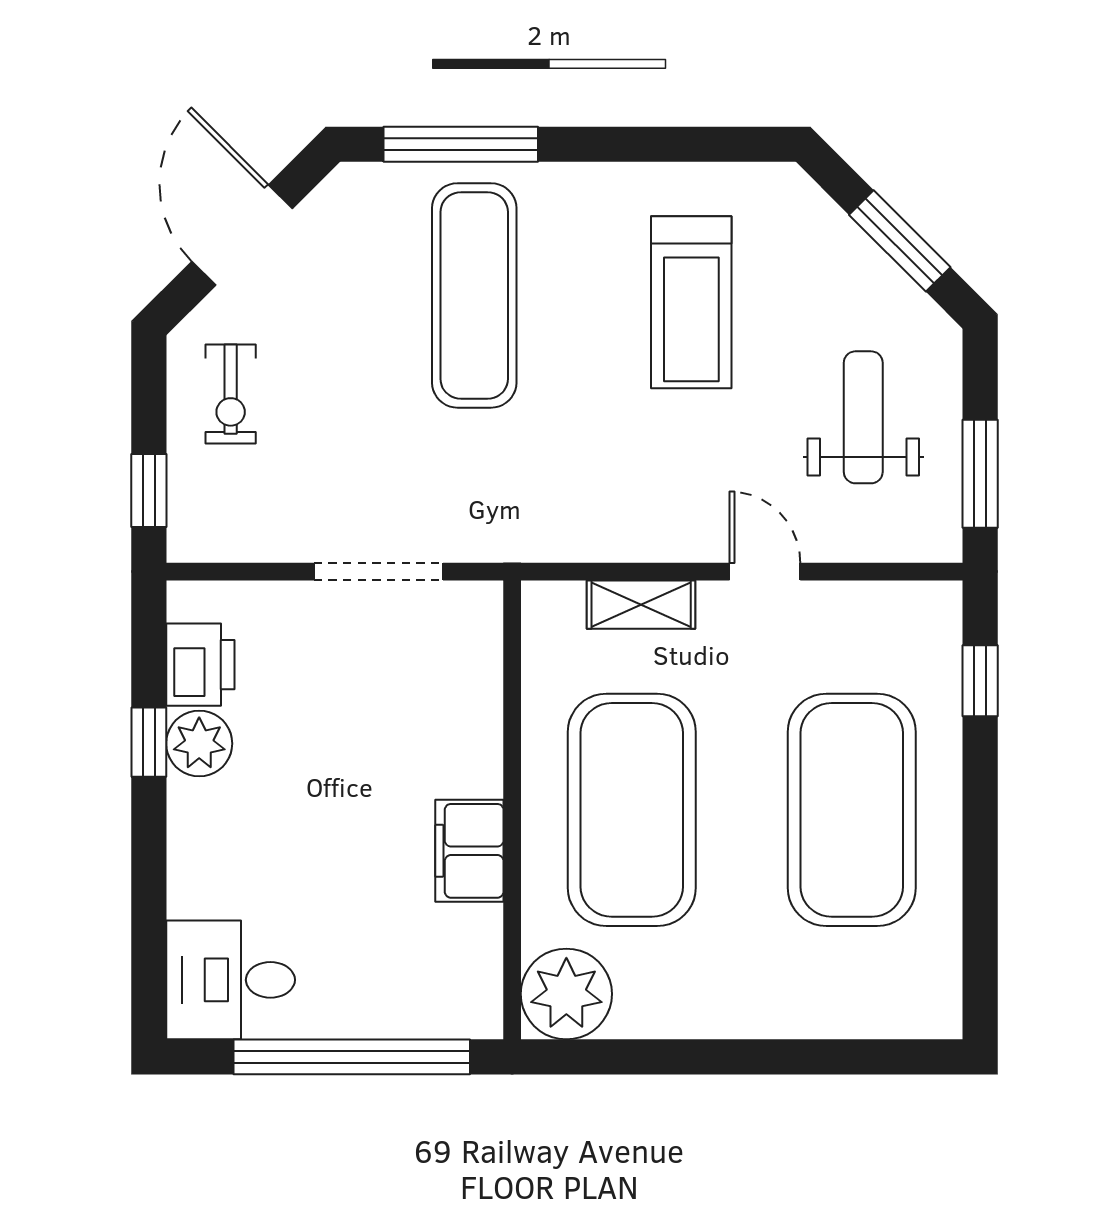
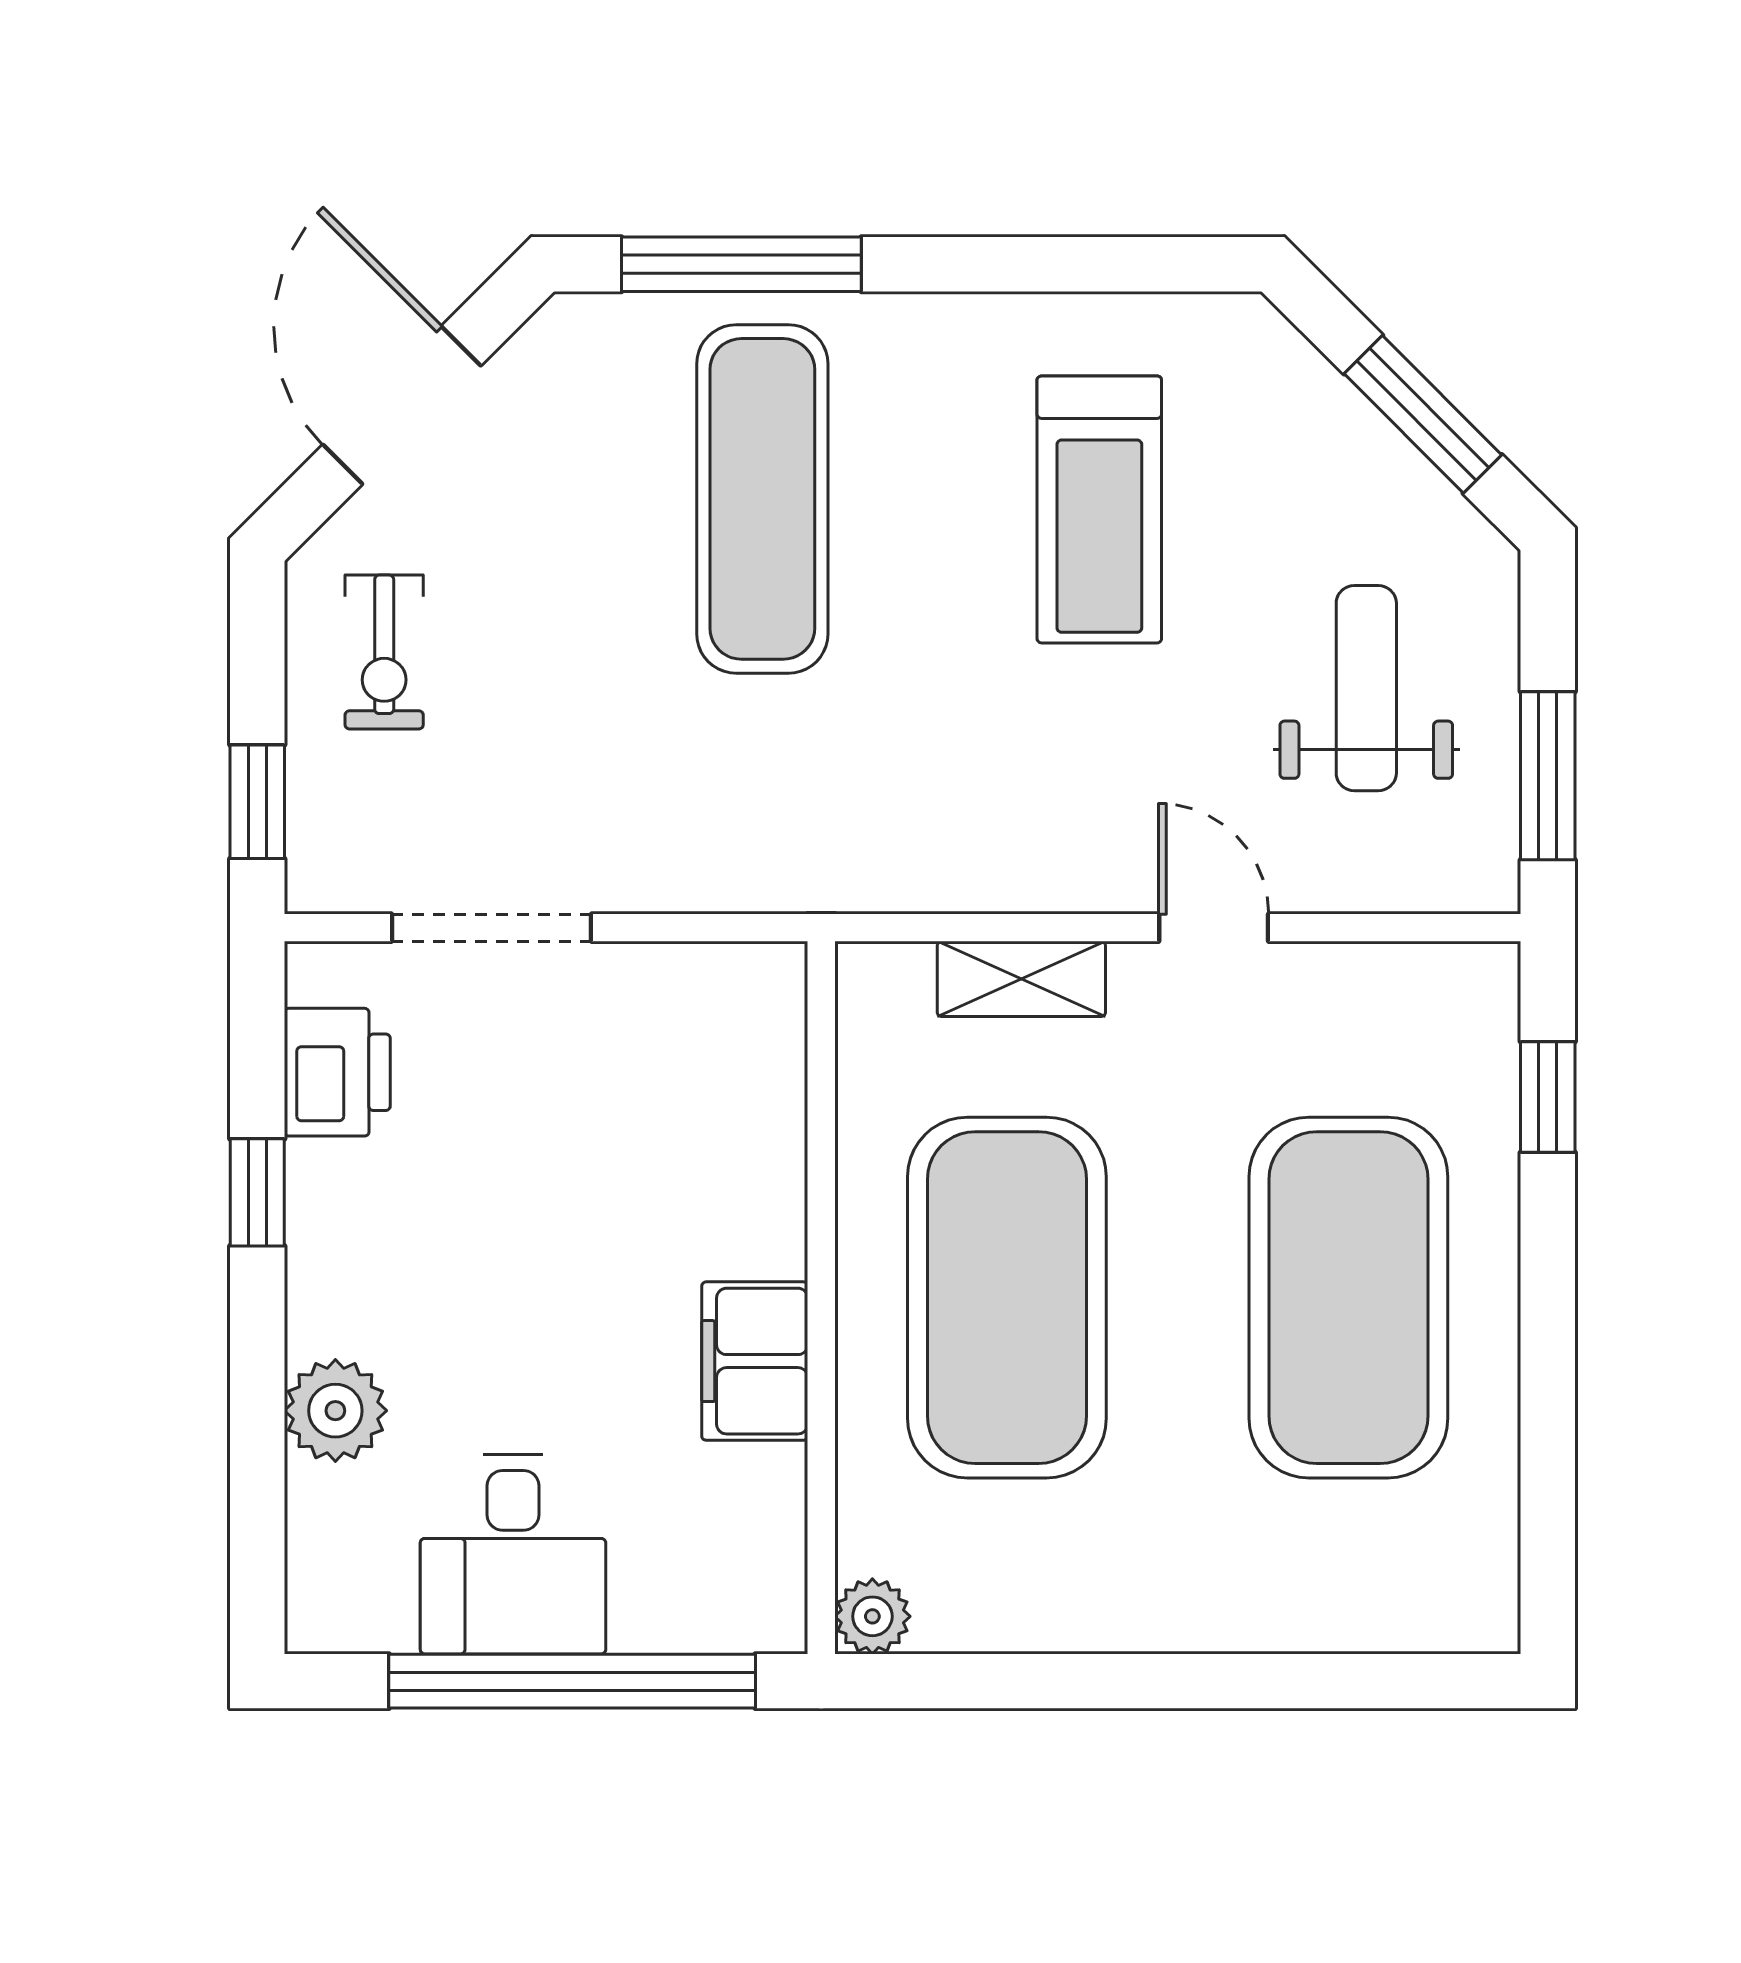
doorway: (379, 572) -> (491, 928), moved
plant: (199, 744) -> (335, 1411), moved
desk: (231, 980) -> (513, 1554), moved, turned -90
plant: (566, 994) -> (872, 1616), width x0.53, depth x0.53

